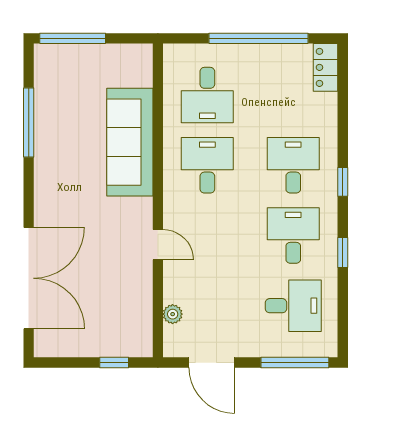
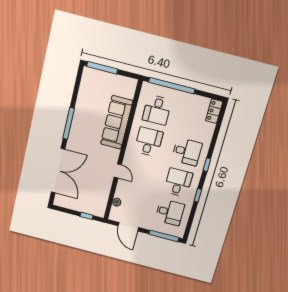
window: (258, 38) -> (172, 86), moved
window: (29, 123) -> (69, 123), moved
desk: (293, 165) -> (187, 152), turned 90

